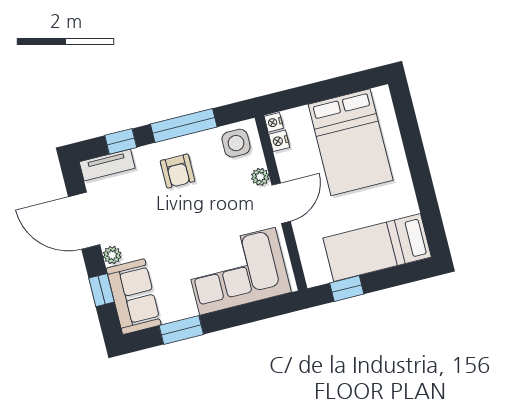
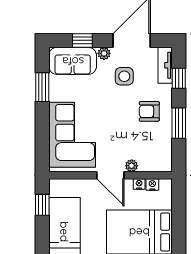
nightstand: (274, 122) -> (139, 184), moved
window: (184, 126) -> (179, 123), width x0.69
side table: (236, 143) -> (124, 76), moved

